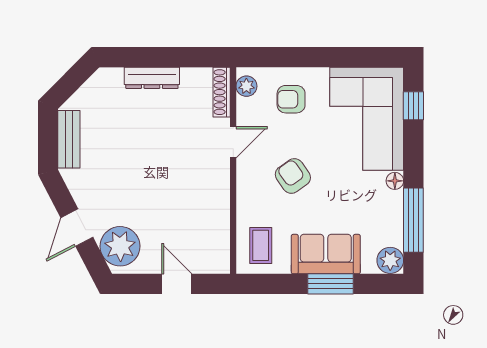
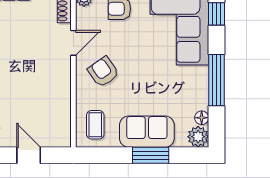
armchair: (293, 176) -> (103, 72), moved
floor lamp: (395, 181) -> (202, 118), moved
window: (413, 220) -> (216, 80), moved

